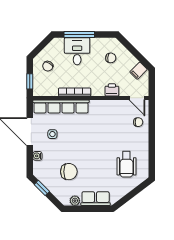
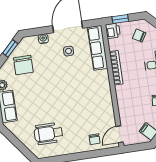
printer: (112, 90) -> (113, 31), moved
row of seats: (61, 107) -> (98, 48), width x0.73
chair: (69, 172) -> (23, 65), moved

